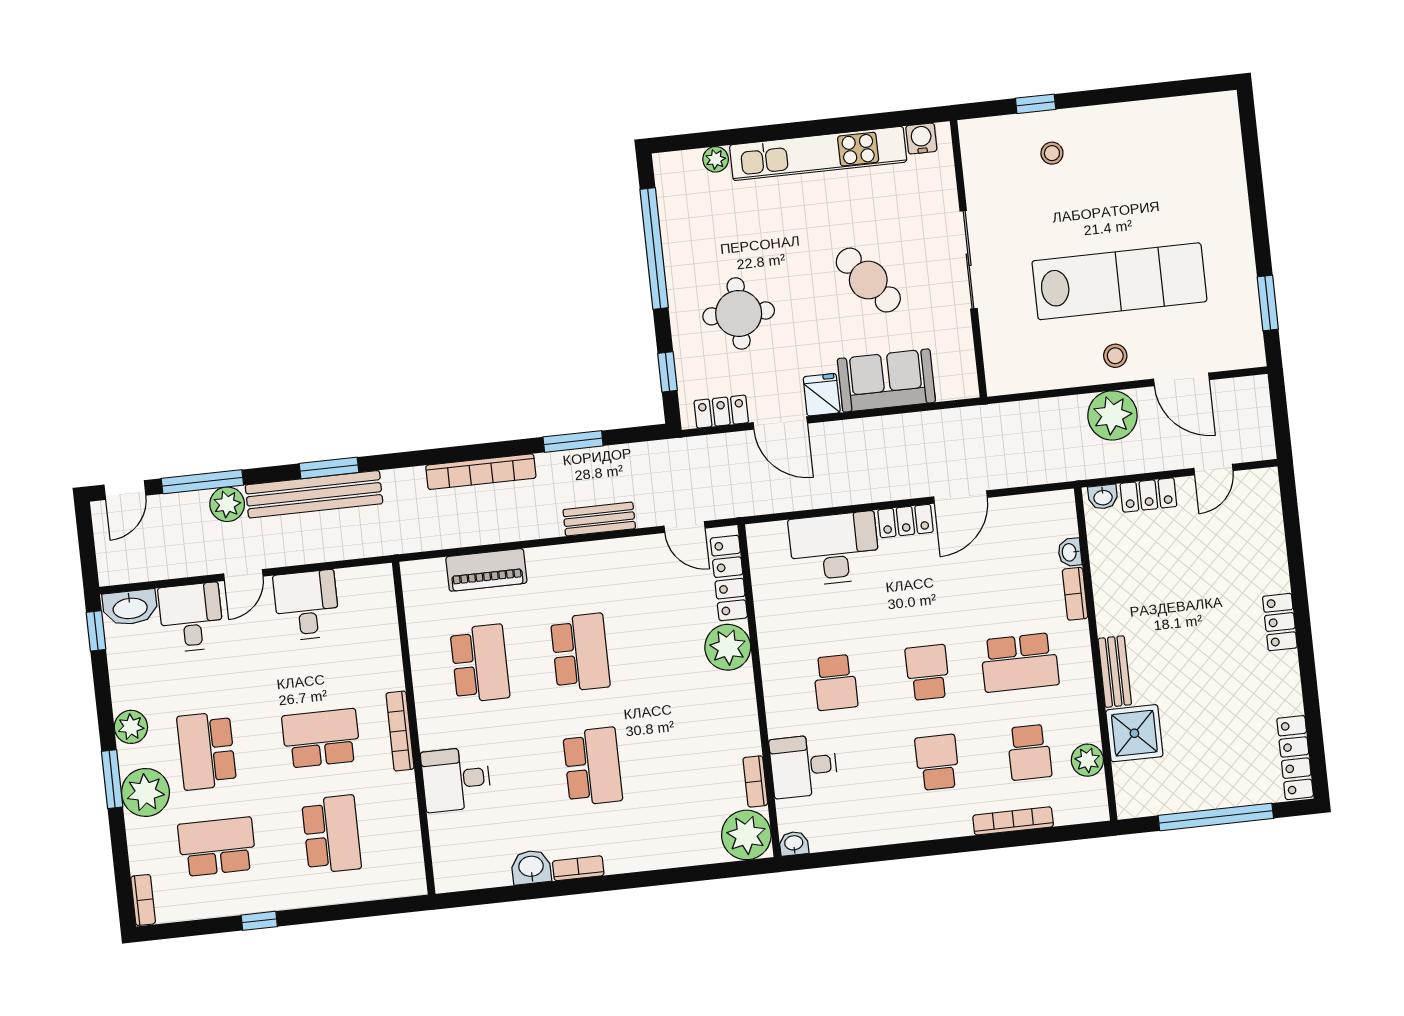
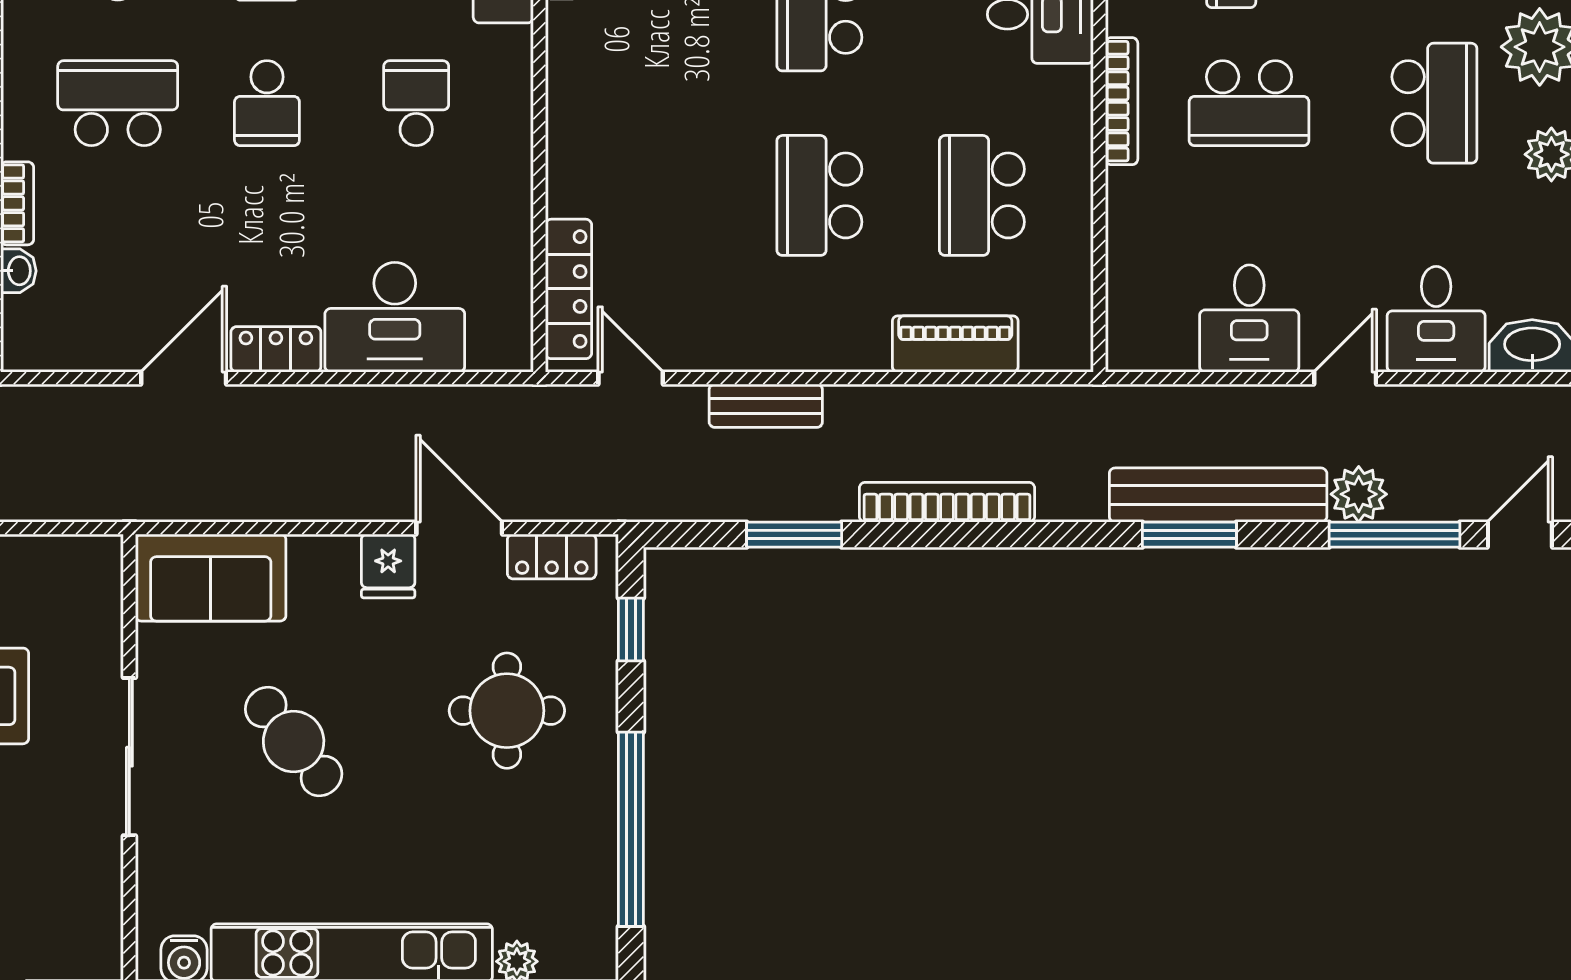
sofa: (886, 381) -> (211, 578), moved
plant: (728, 647) -> (582, 178), removed

